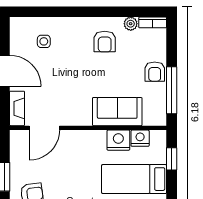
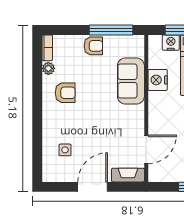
door: (44, 128) -> (146, 149), hinge flipped
nightstand: (140, 138) -> (171, 43), moved, turned 90

